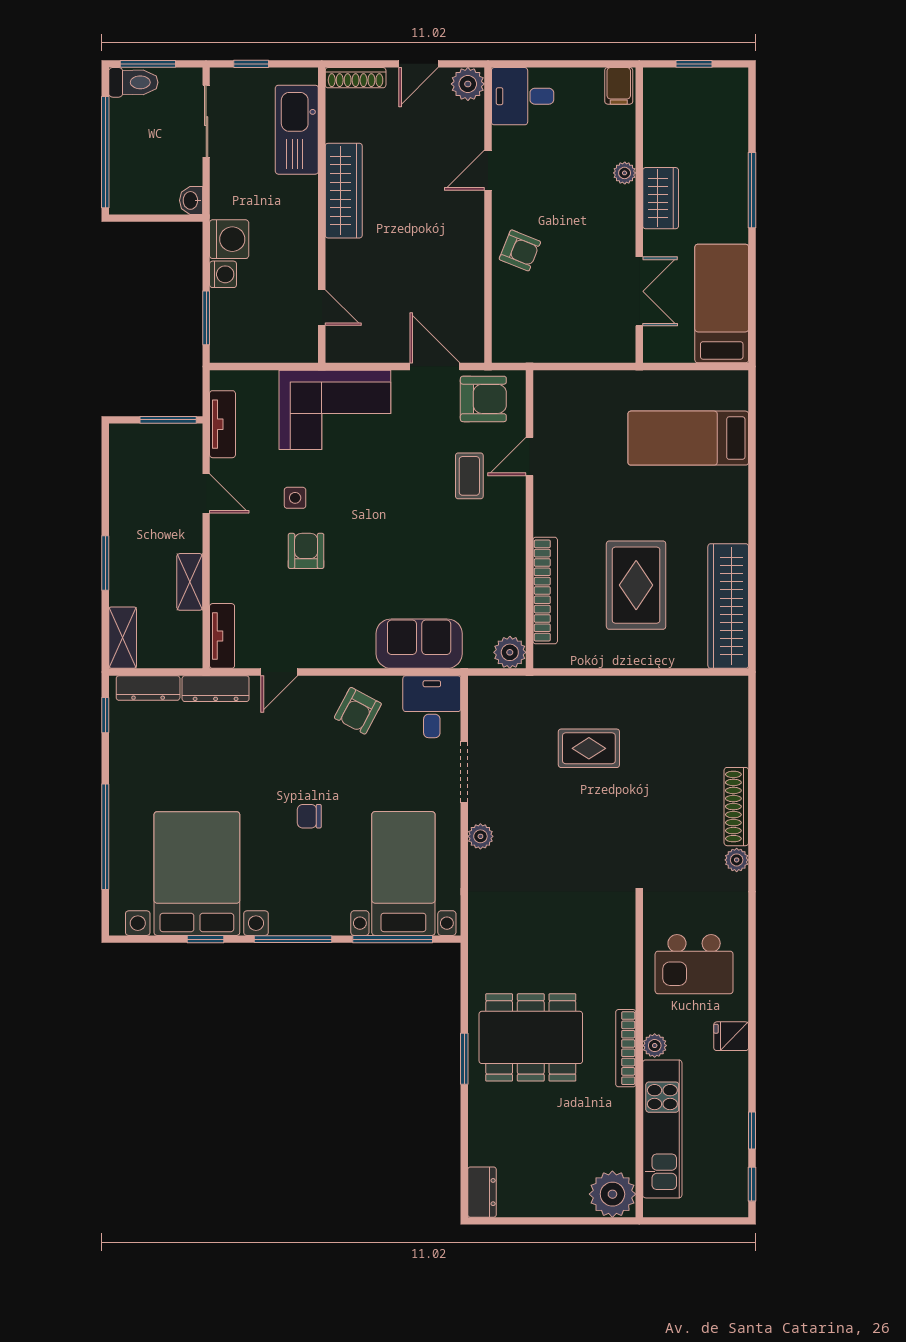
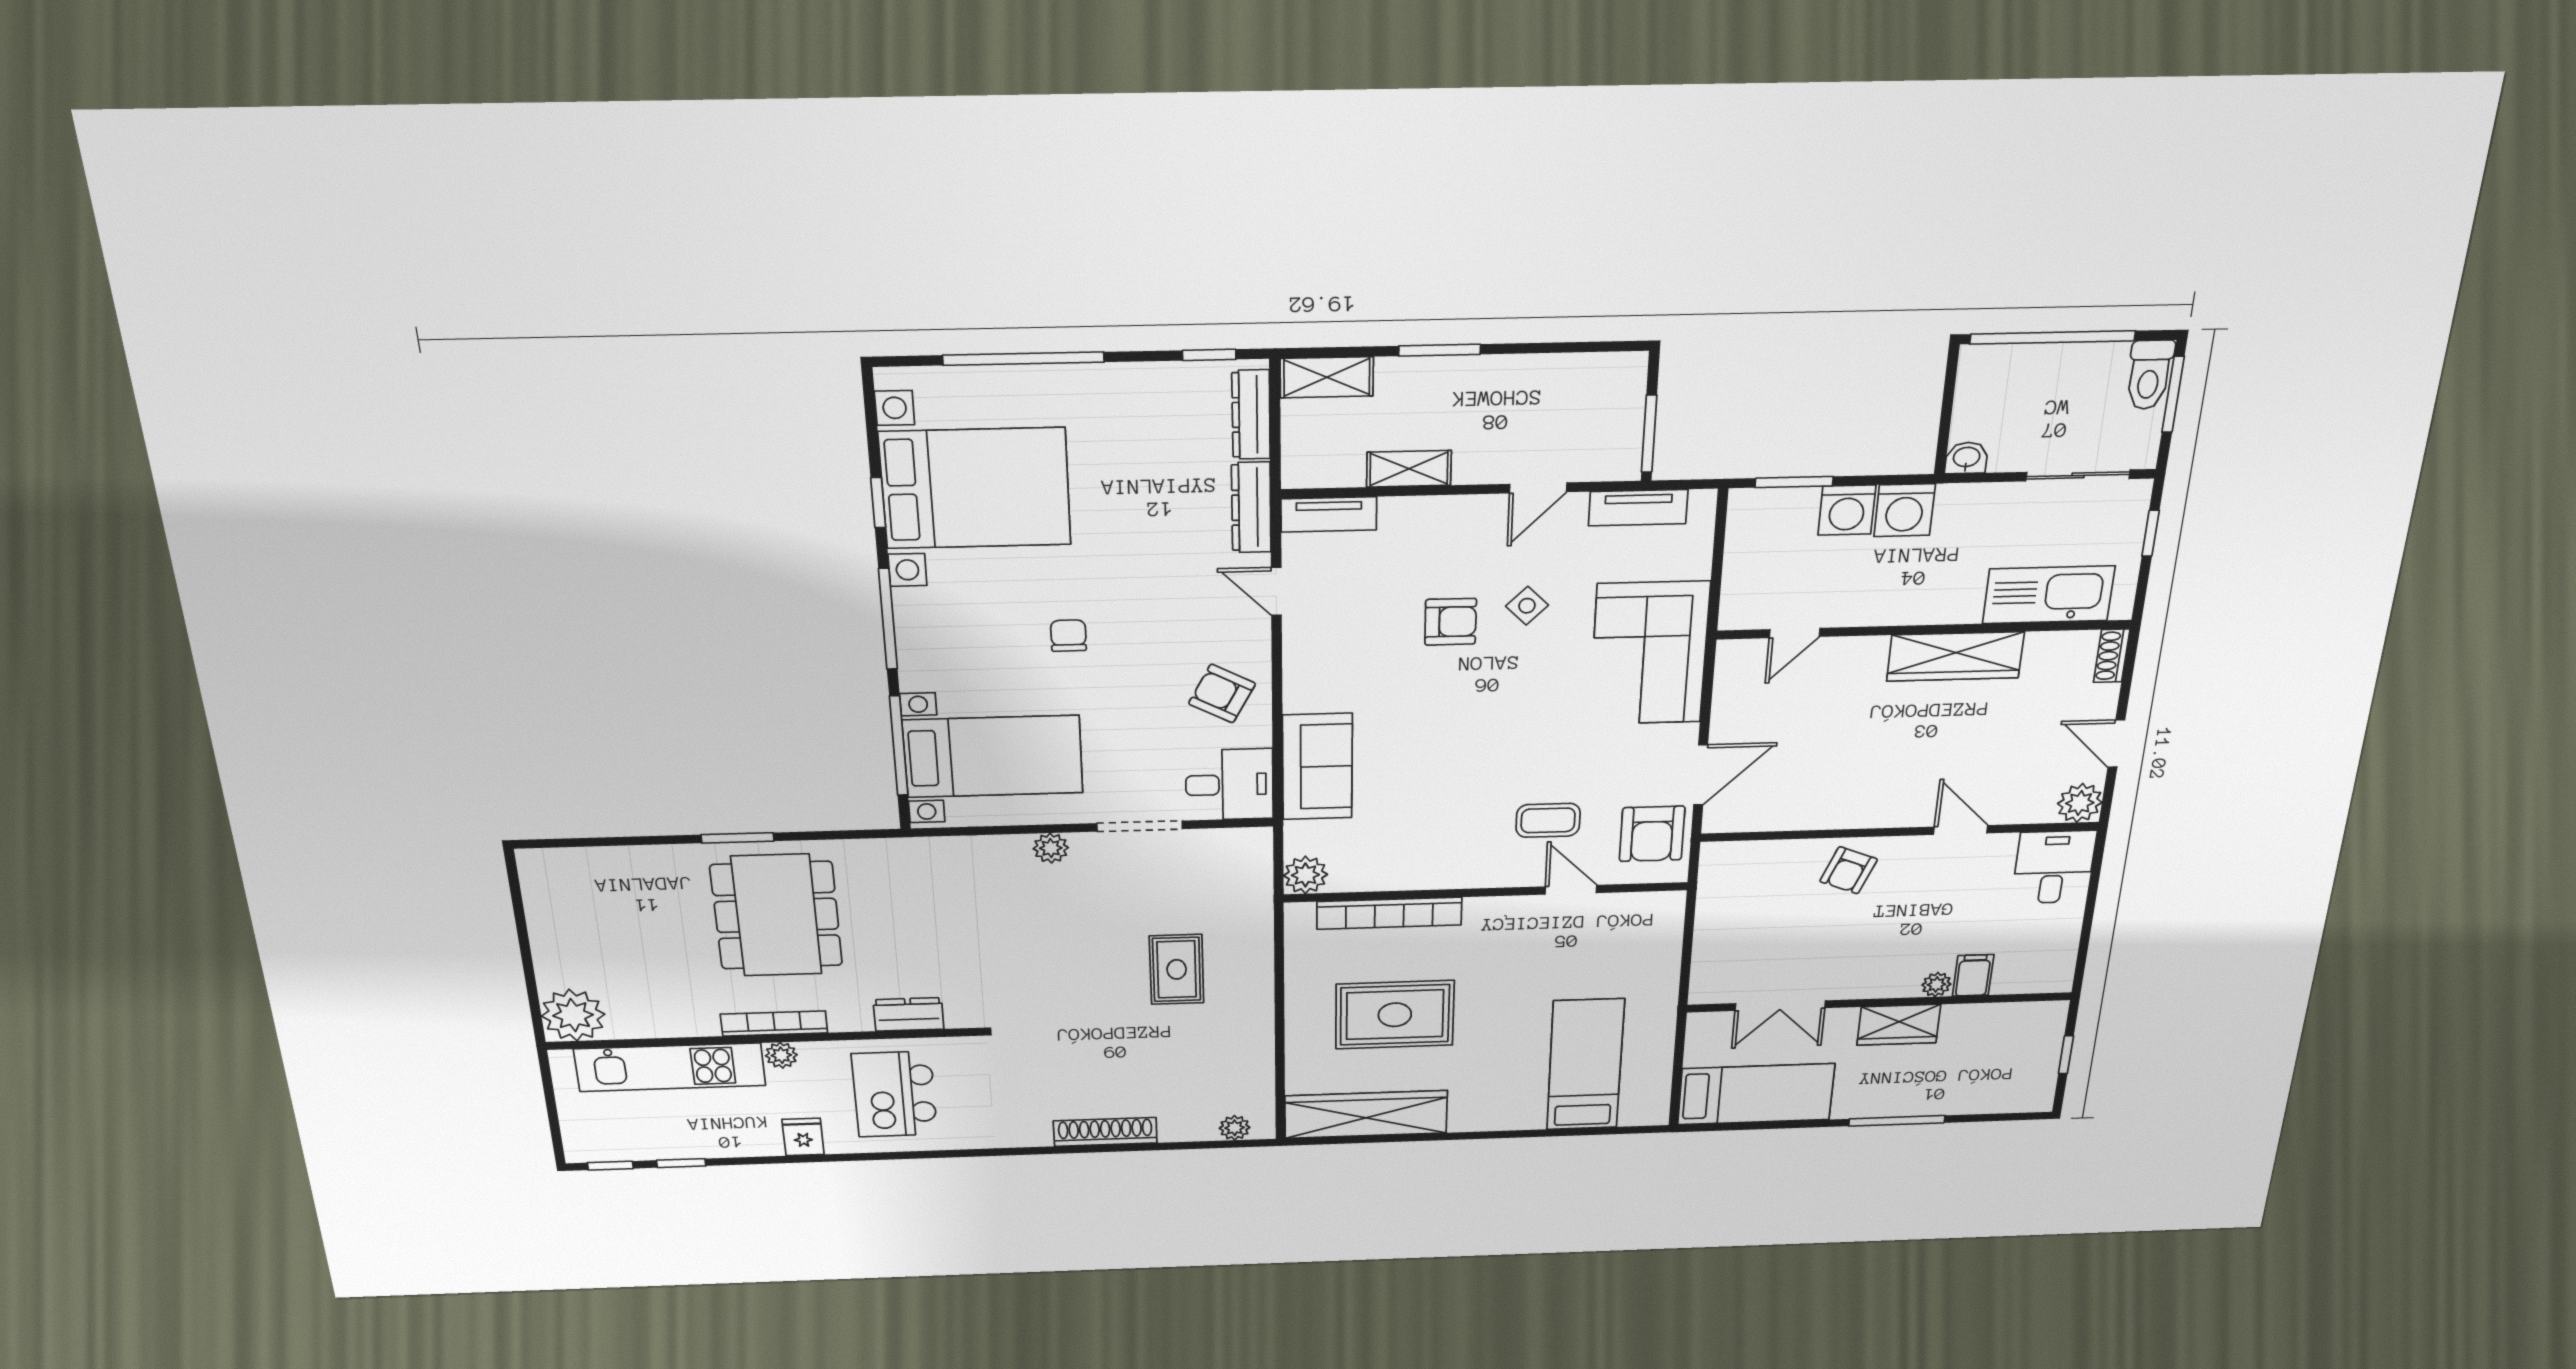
shoe rack: (356, 78) -> (2112, 656), width x0.70
filing cabinet: (619, 86) -> (1973, 975), moved, turned 90
washing machine: (223, 274) -> (1847, 510), width x1.38, depth x1.38
side table: (295, 498) -> (1527, 606), turned 45
plant: (737, 860) -> (1235, 1128), moved
dresser: (482, 1192) -> (909, 1014), moved, turned 180

